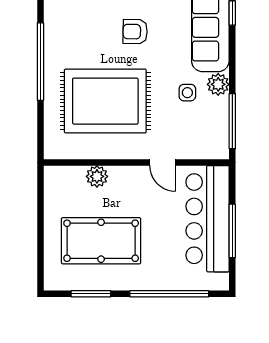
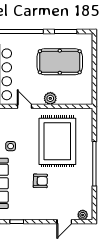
rug: (105, 101) -> (57, 141), turned 90
plant: (97, 176) -> (50, 98), moved

